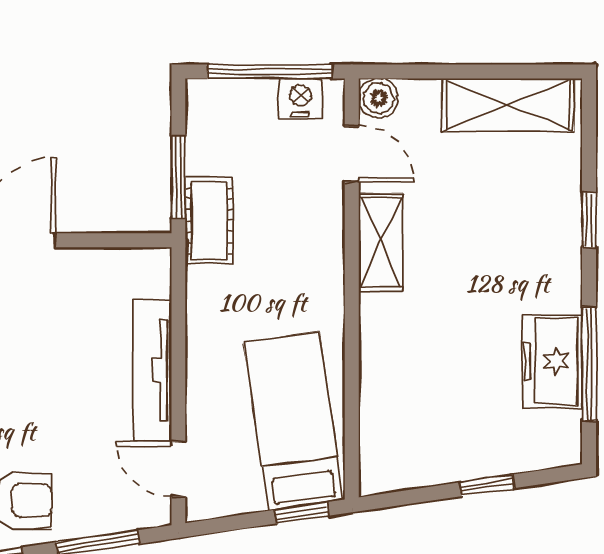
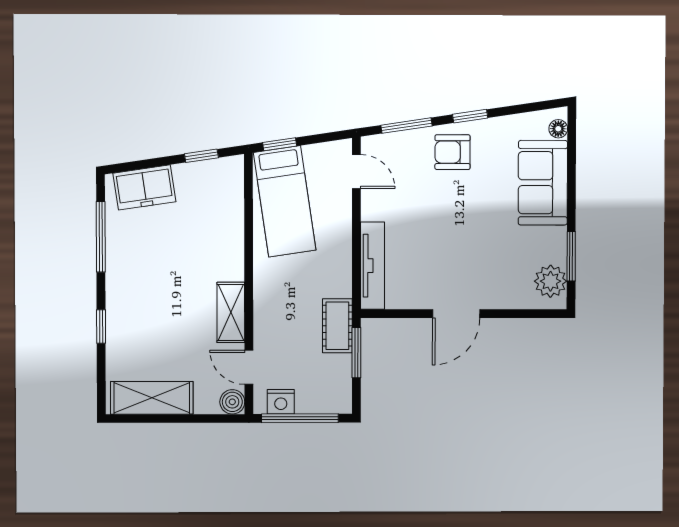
freezer: (552, 361) -> (144, 187), moved, turned 82
tv unit: (152, 370) -> (372, 266), moved
window: (487, 485) -> (201, 156), moved

